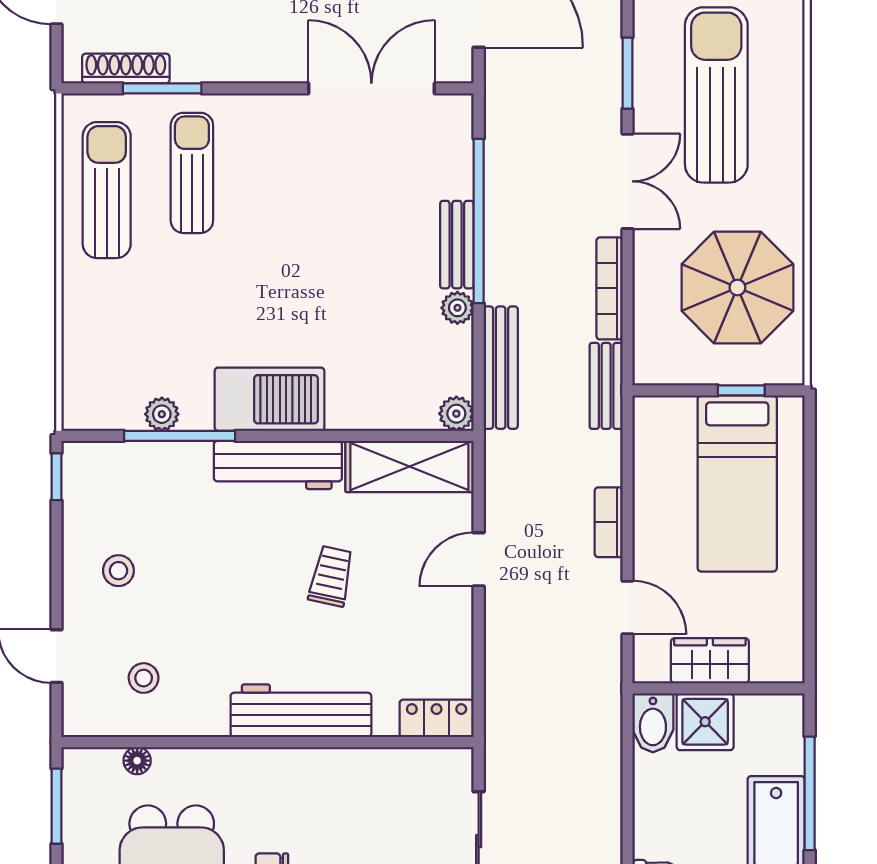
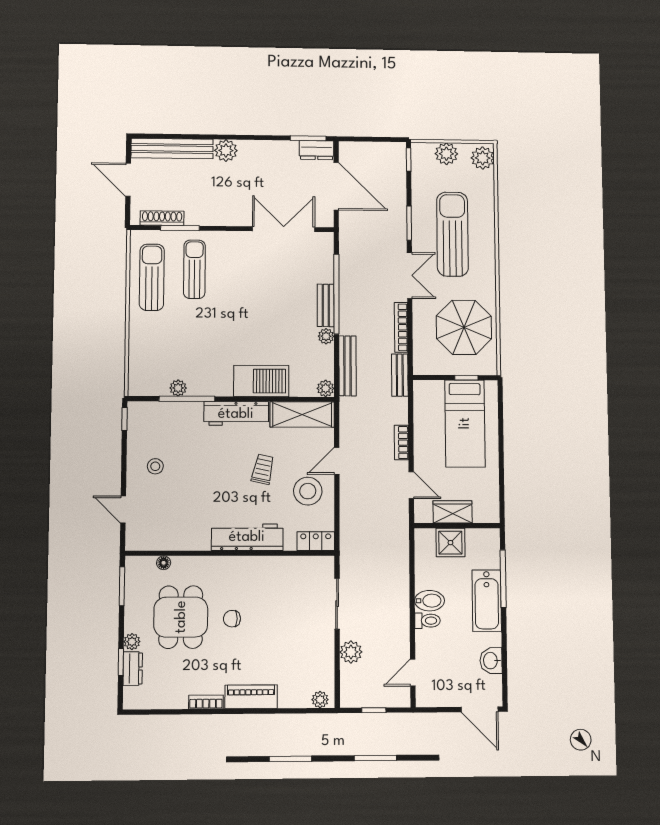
barbecue: (270, 399) -> (261, 381), moved
stool: (144, 678) -> (308, 491), moved, width x1.89, depth x1.89
bidet: (653, 723) -> (430, 601), moved, turned -90

